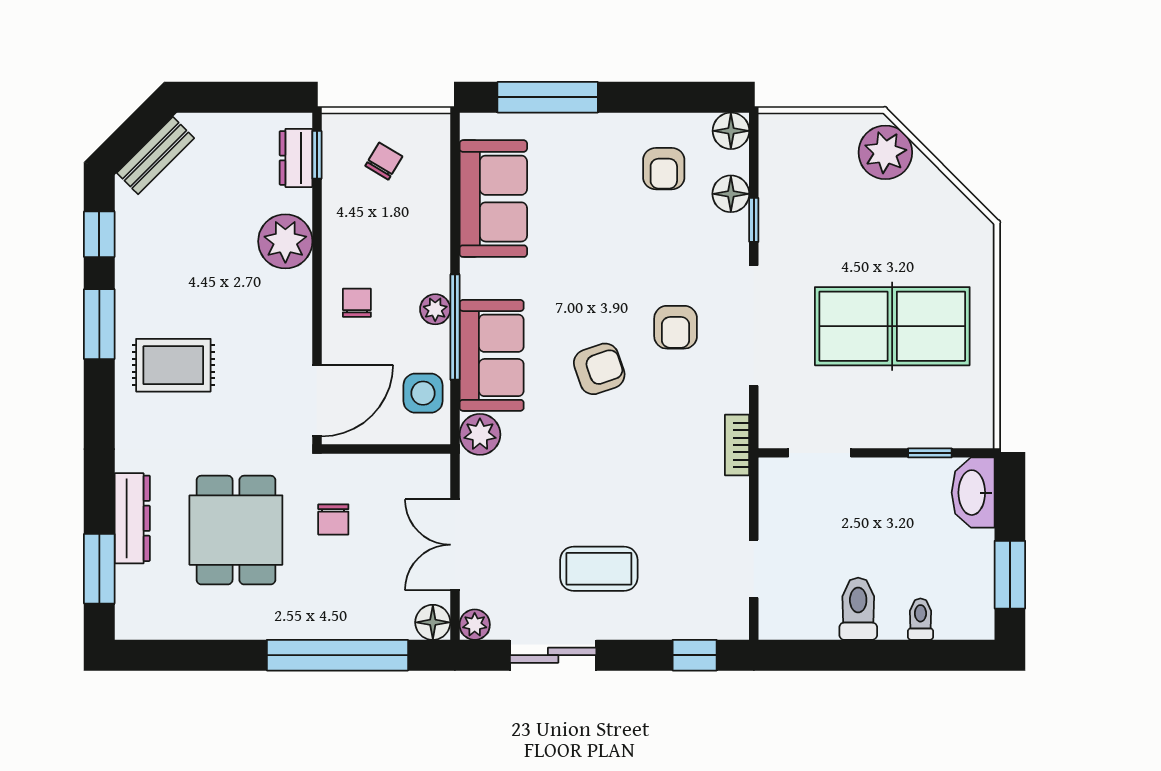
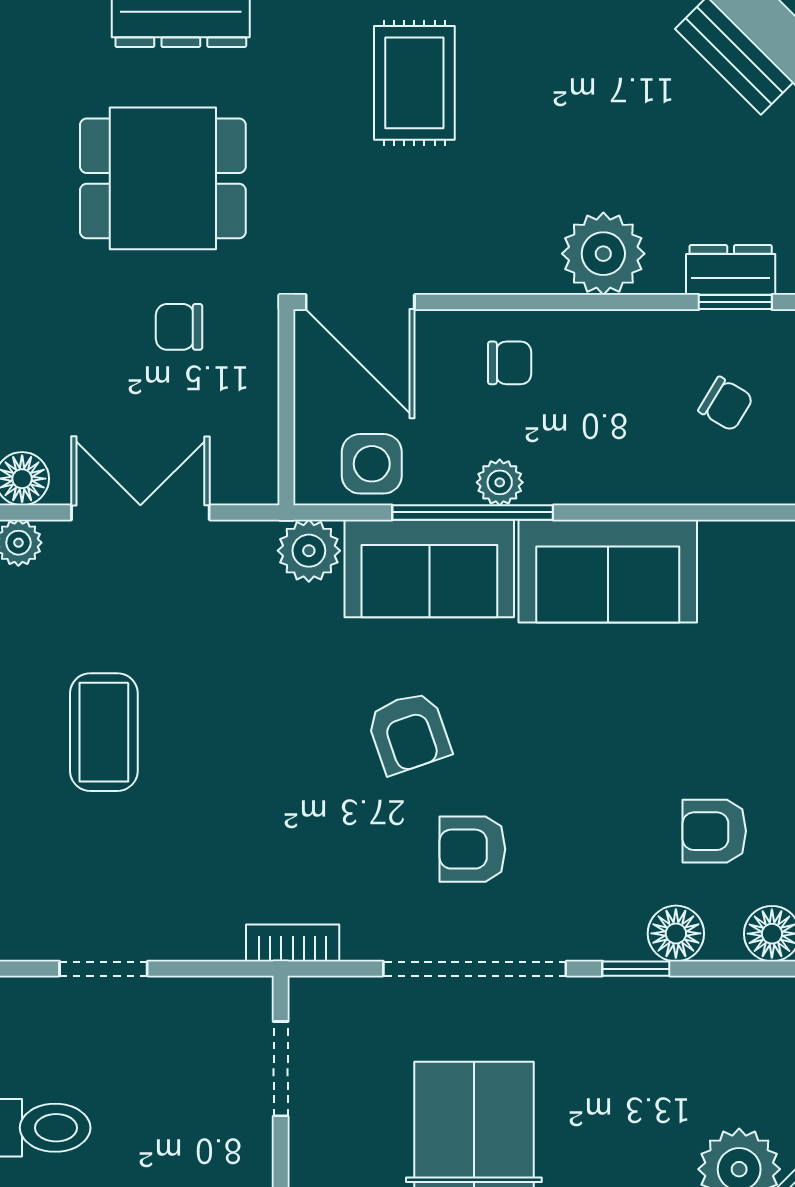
sofa: (493, 199) -> (608, 571), moved

